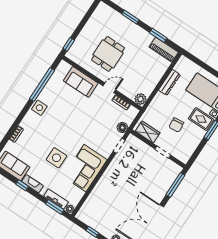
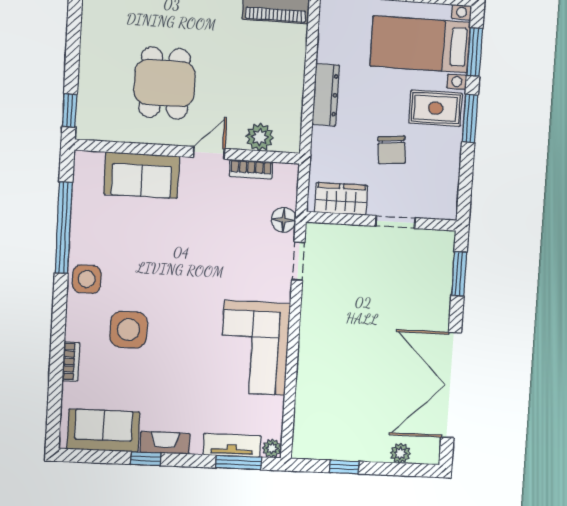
dresser: (169, 82) -> (326, 95), moved
plant: (140, 99) -> (260, 137), moved
side table: (56, 158) -> (128, 330), moved
window: (175, 185) -> (459, 274), width x0.69

